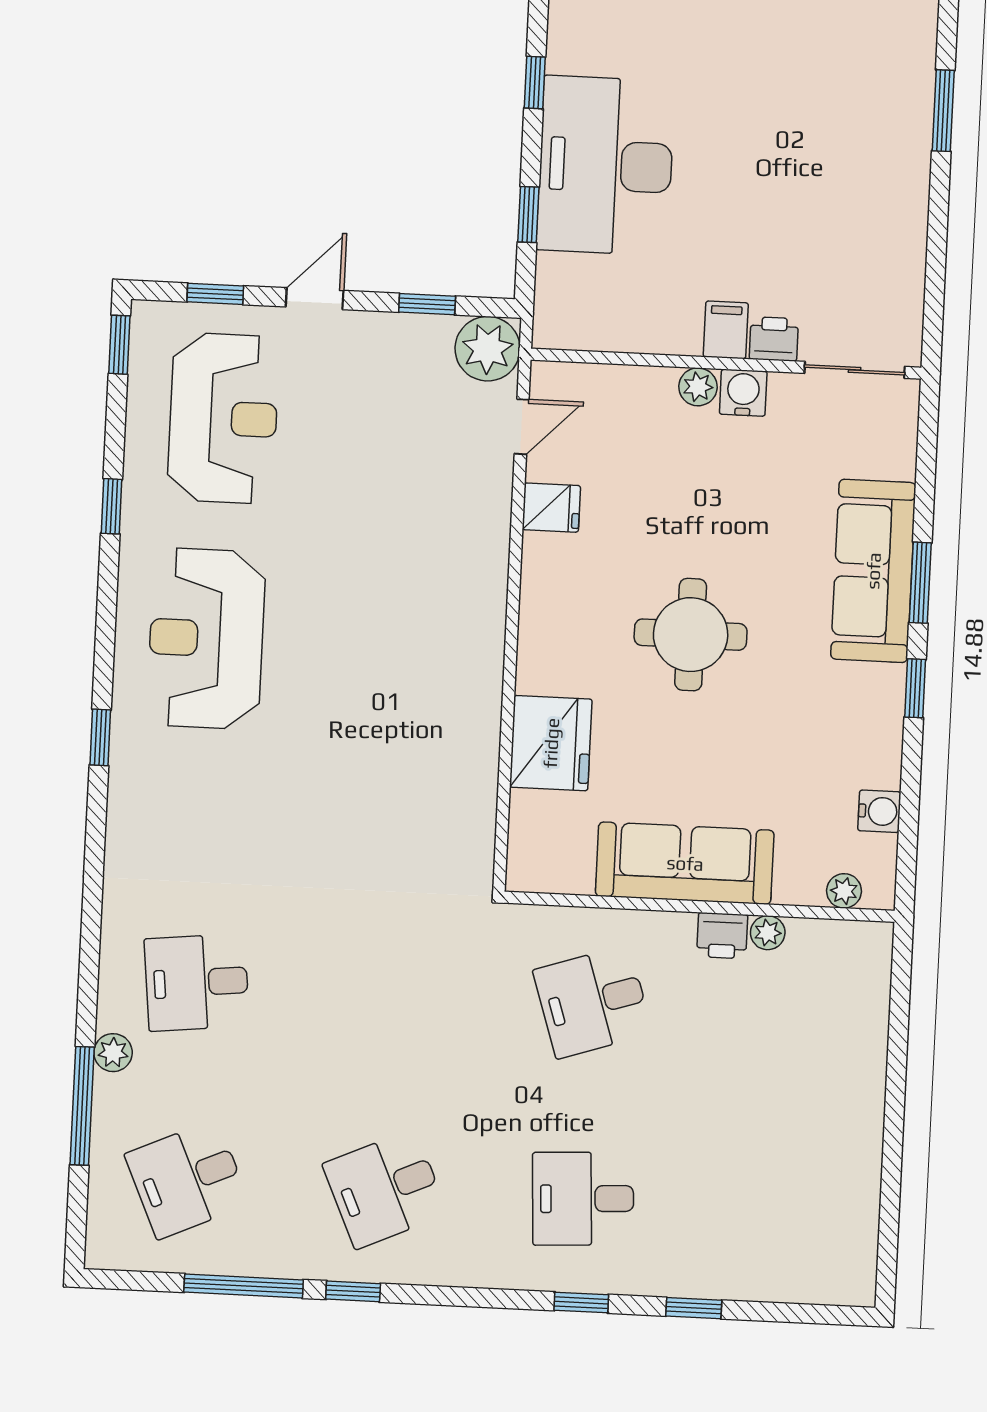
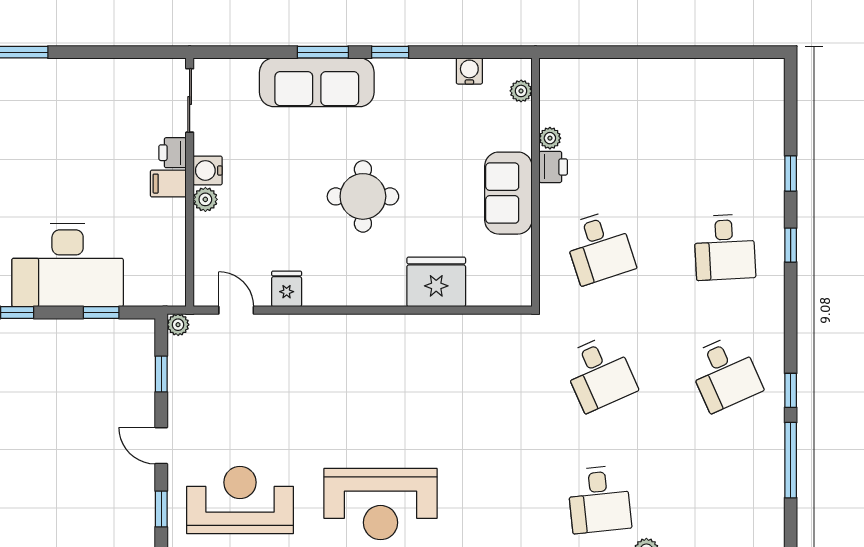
plant: (488, 349) -> (178, 325), width x0.53, depth x0.53
sofa: (685, 863) -> (508, 193), width x0.73
desk: (187, 1179) -> (599, 373), moved

